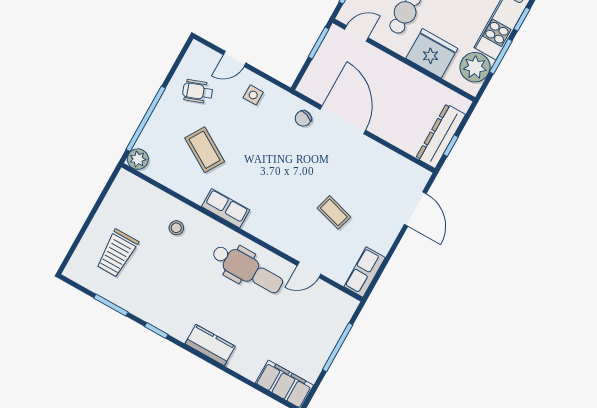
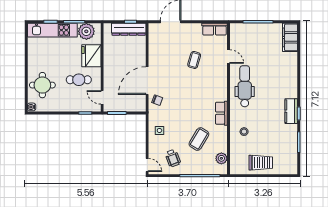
door: (235, 59) -> (147, 165), moved
plant: (138, 159) -> (221, 158), moved
trolley: (117, 253) -> (261, 163), moved
kitchen counter: (210, 345) -> (291, 111), moved

